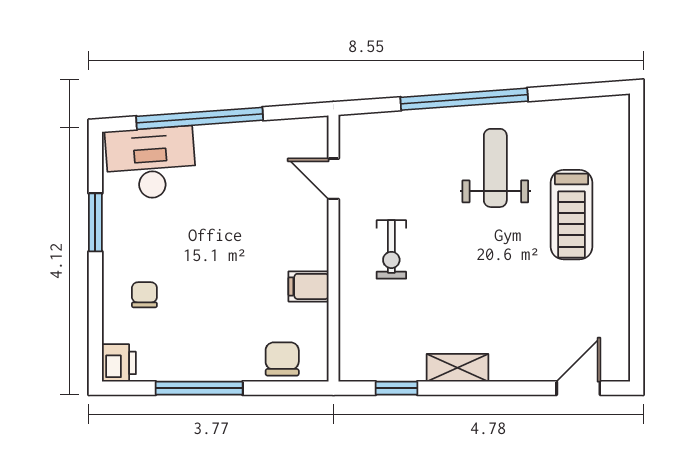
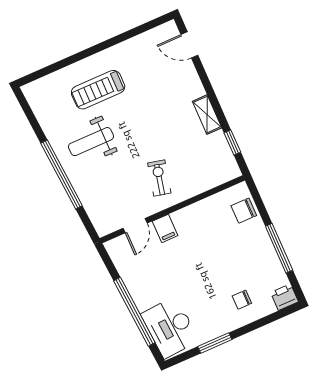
treadmill: (572, 215) -> (98, 90), turned 180
exercise bike: (391, 249) -> (159, 178), turned -77
filing cabinet: (309, 286) -> (165, 228), moved

